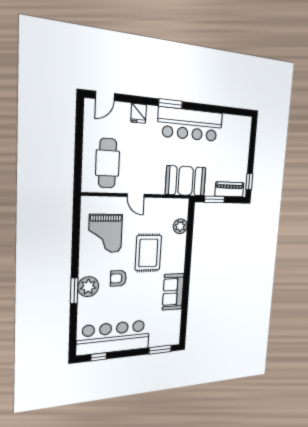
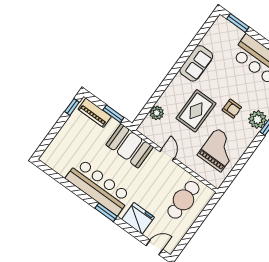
fridge: (139, 113) -> (138, 218), width x1.88, depth x1.34
door: (136, 195) -> (167, 155), moved

